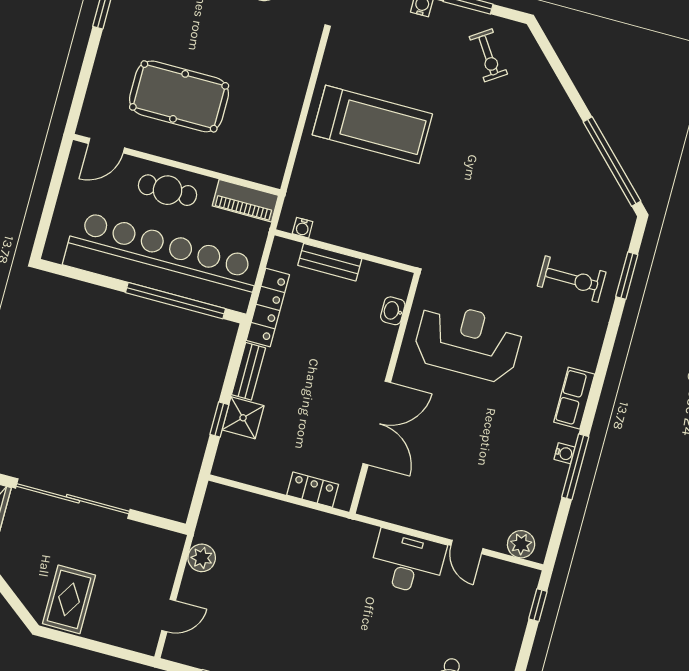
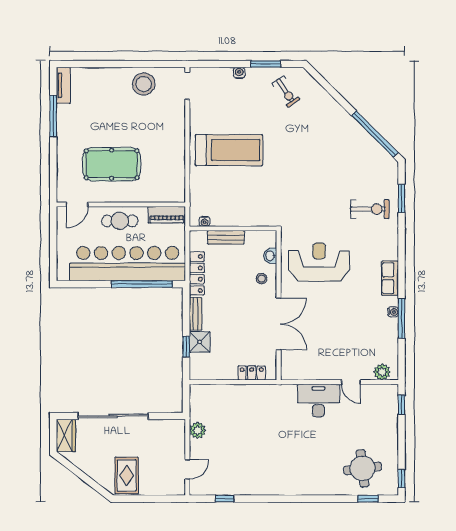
stool: (369, 343) -> (262, 279), added

